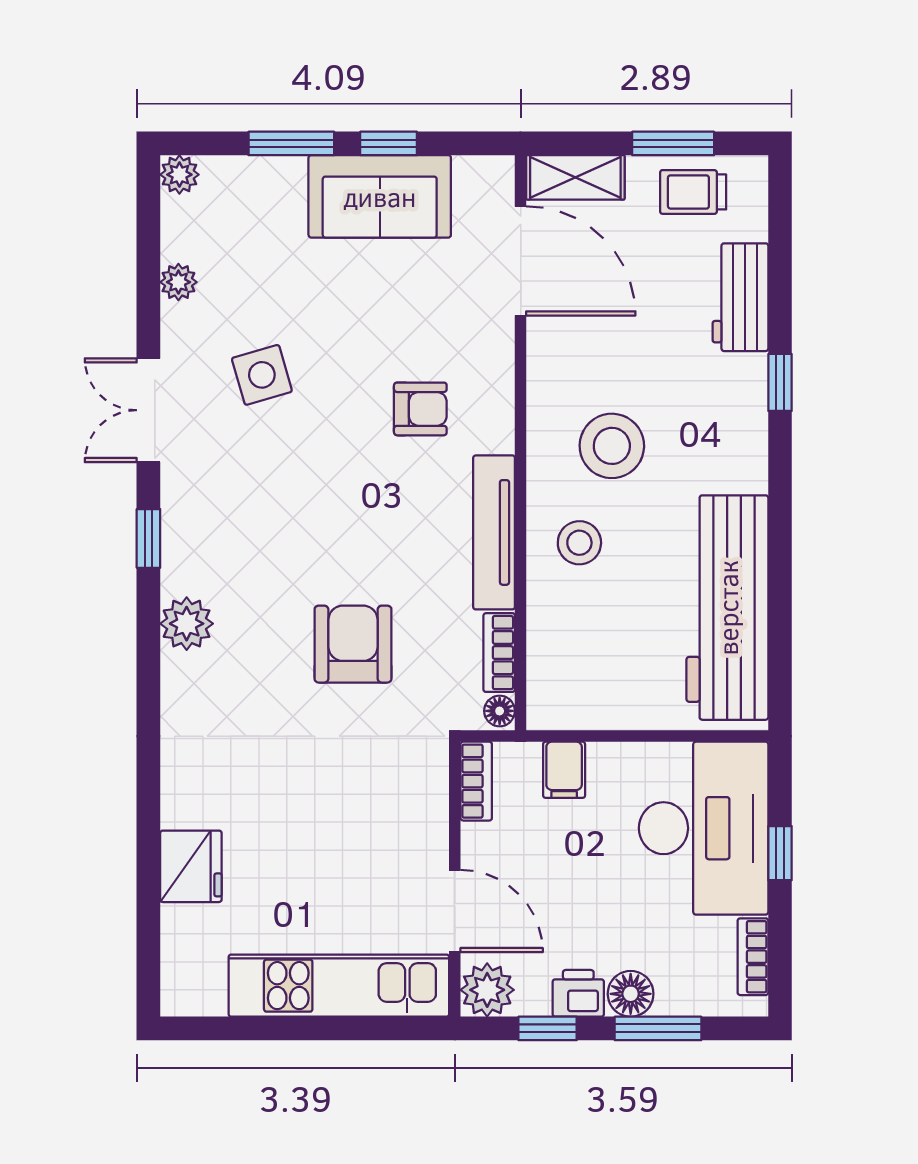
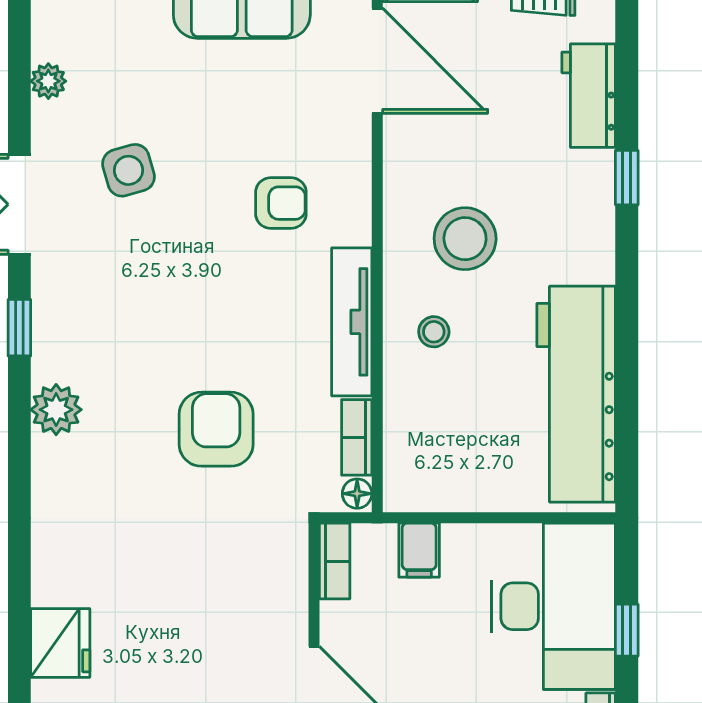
stool: (579, 543) -> (434, 332), width x0.73, depth x0.73

